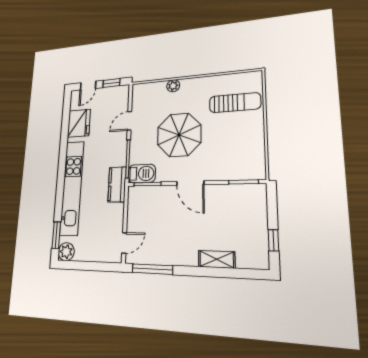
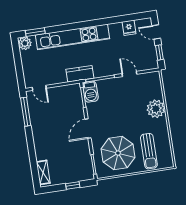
plant: (173, 86) -> (156, 109), width x1.88, depth x1.88
fridge: (79, 123) -> (129, 28), width x0.53, depth x0.75
parasol: (179, 135) -> (118, 153), moved
window: (273, 240) -> (73, 185), moved
shelving: (217, 259) -> (43, 172), moved

